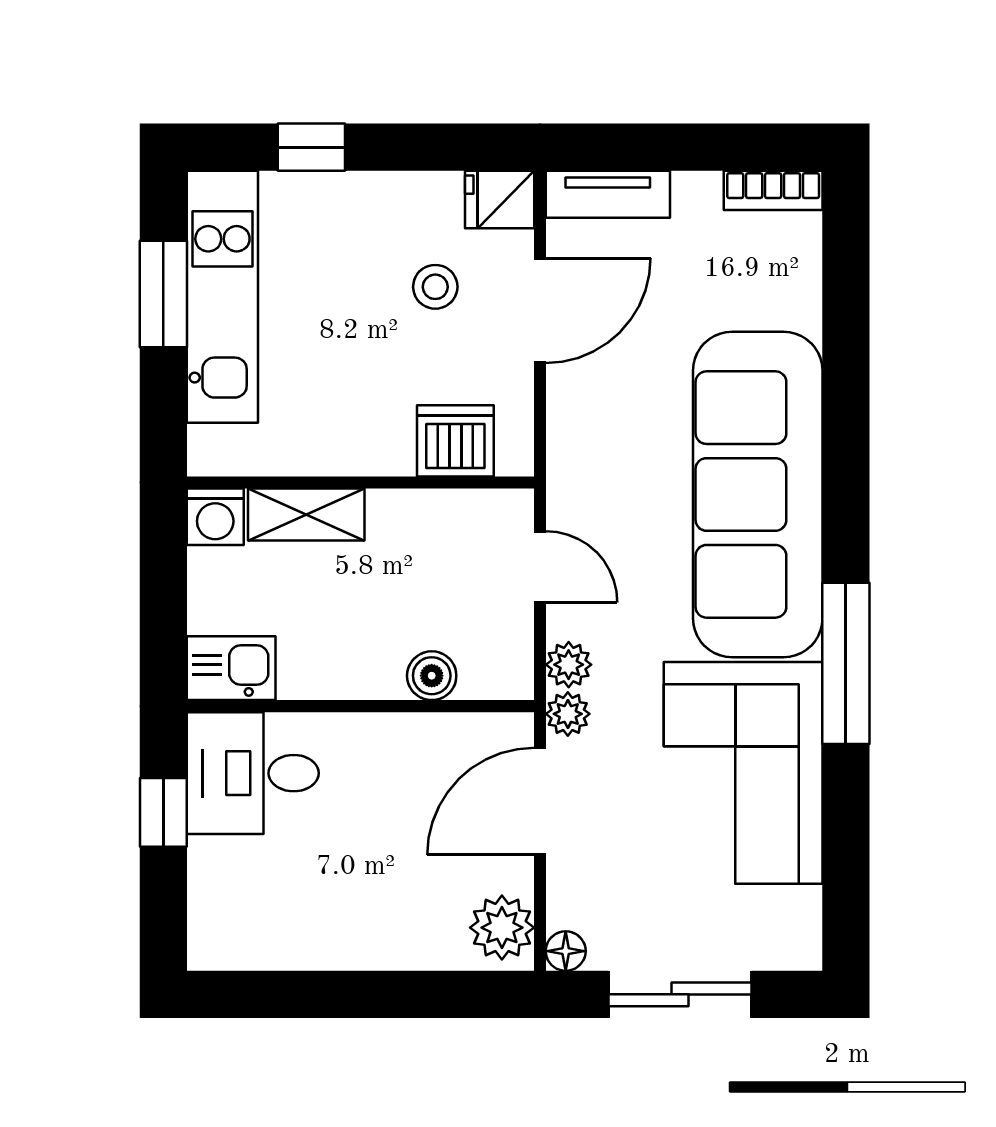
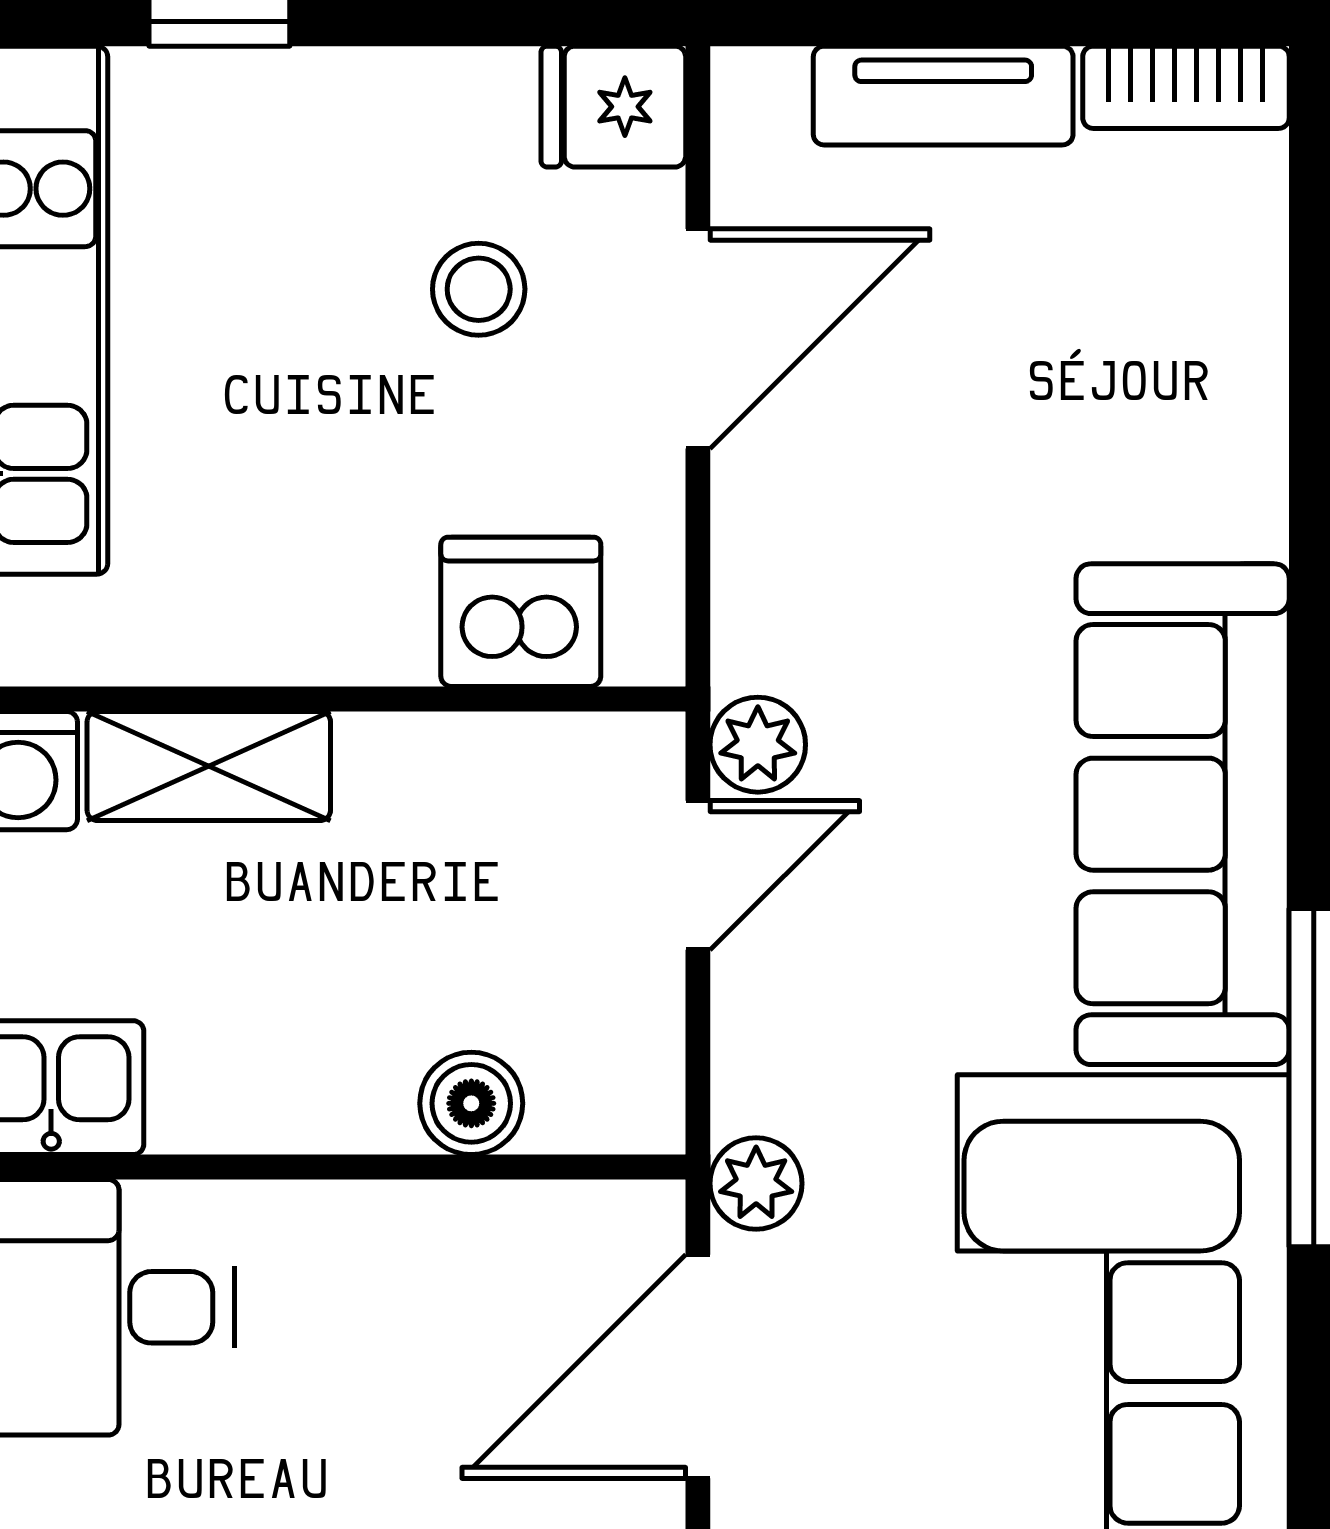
tv unit: (608, 194) -> (943, 96), moved
sofa: (758, 494) -> (1183, 814), width x0.74, depth x0.79
door: (540, 567) -> (698, 875), hinge flipped
plant: (569, 665) -> (758, 745), moved

